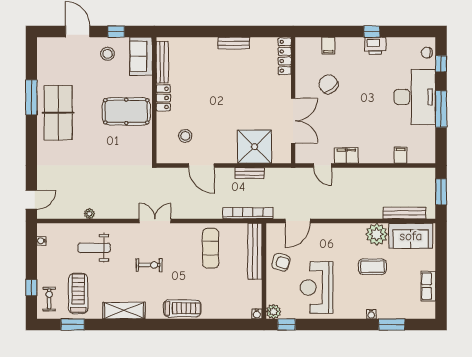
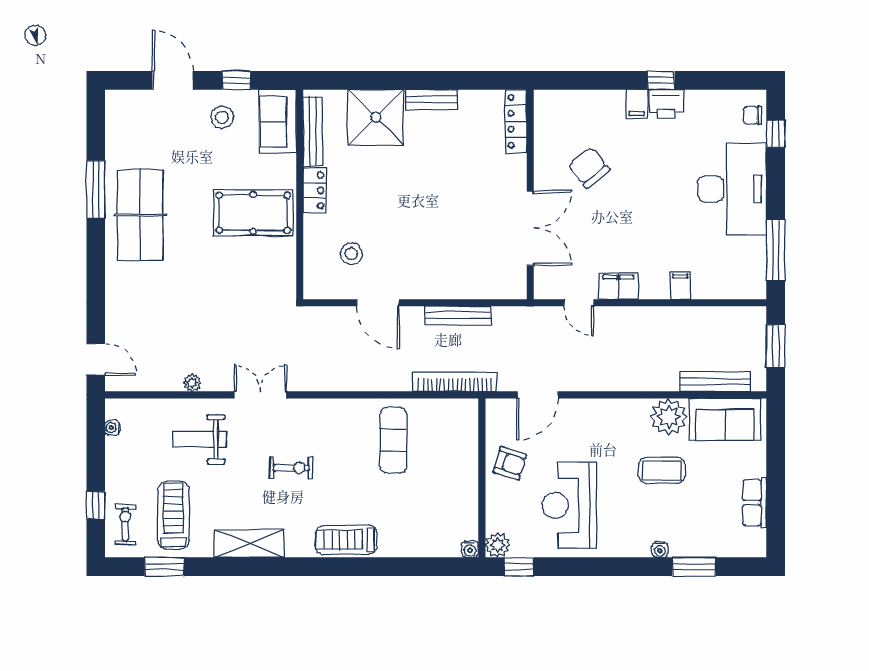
filing cabinet: (328, 46) -> (637, 104), moved
window: (441, 109) -> (776, 250), moved
shower: (255, 147) -> (376, 117), moved
filing cabinet: (401, 155) -> (680, 286), moved
bench: (250, 173) -> (458, 315), width x1.36
door: (31, 200) -> (96, 359), hinge flipped
double door: (155, 221) -> (260, 395), moved
bench: (255, 251) -> (467, 445), removed
treadmill: (182, 308) -> (346, 540), turned 180

